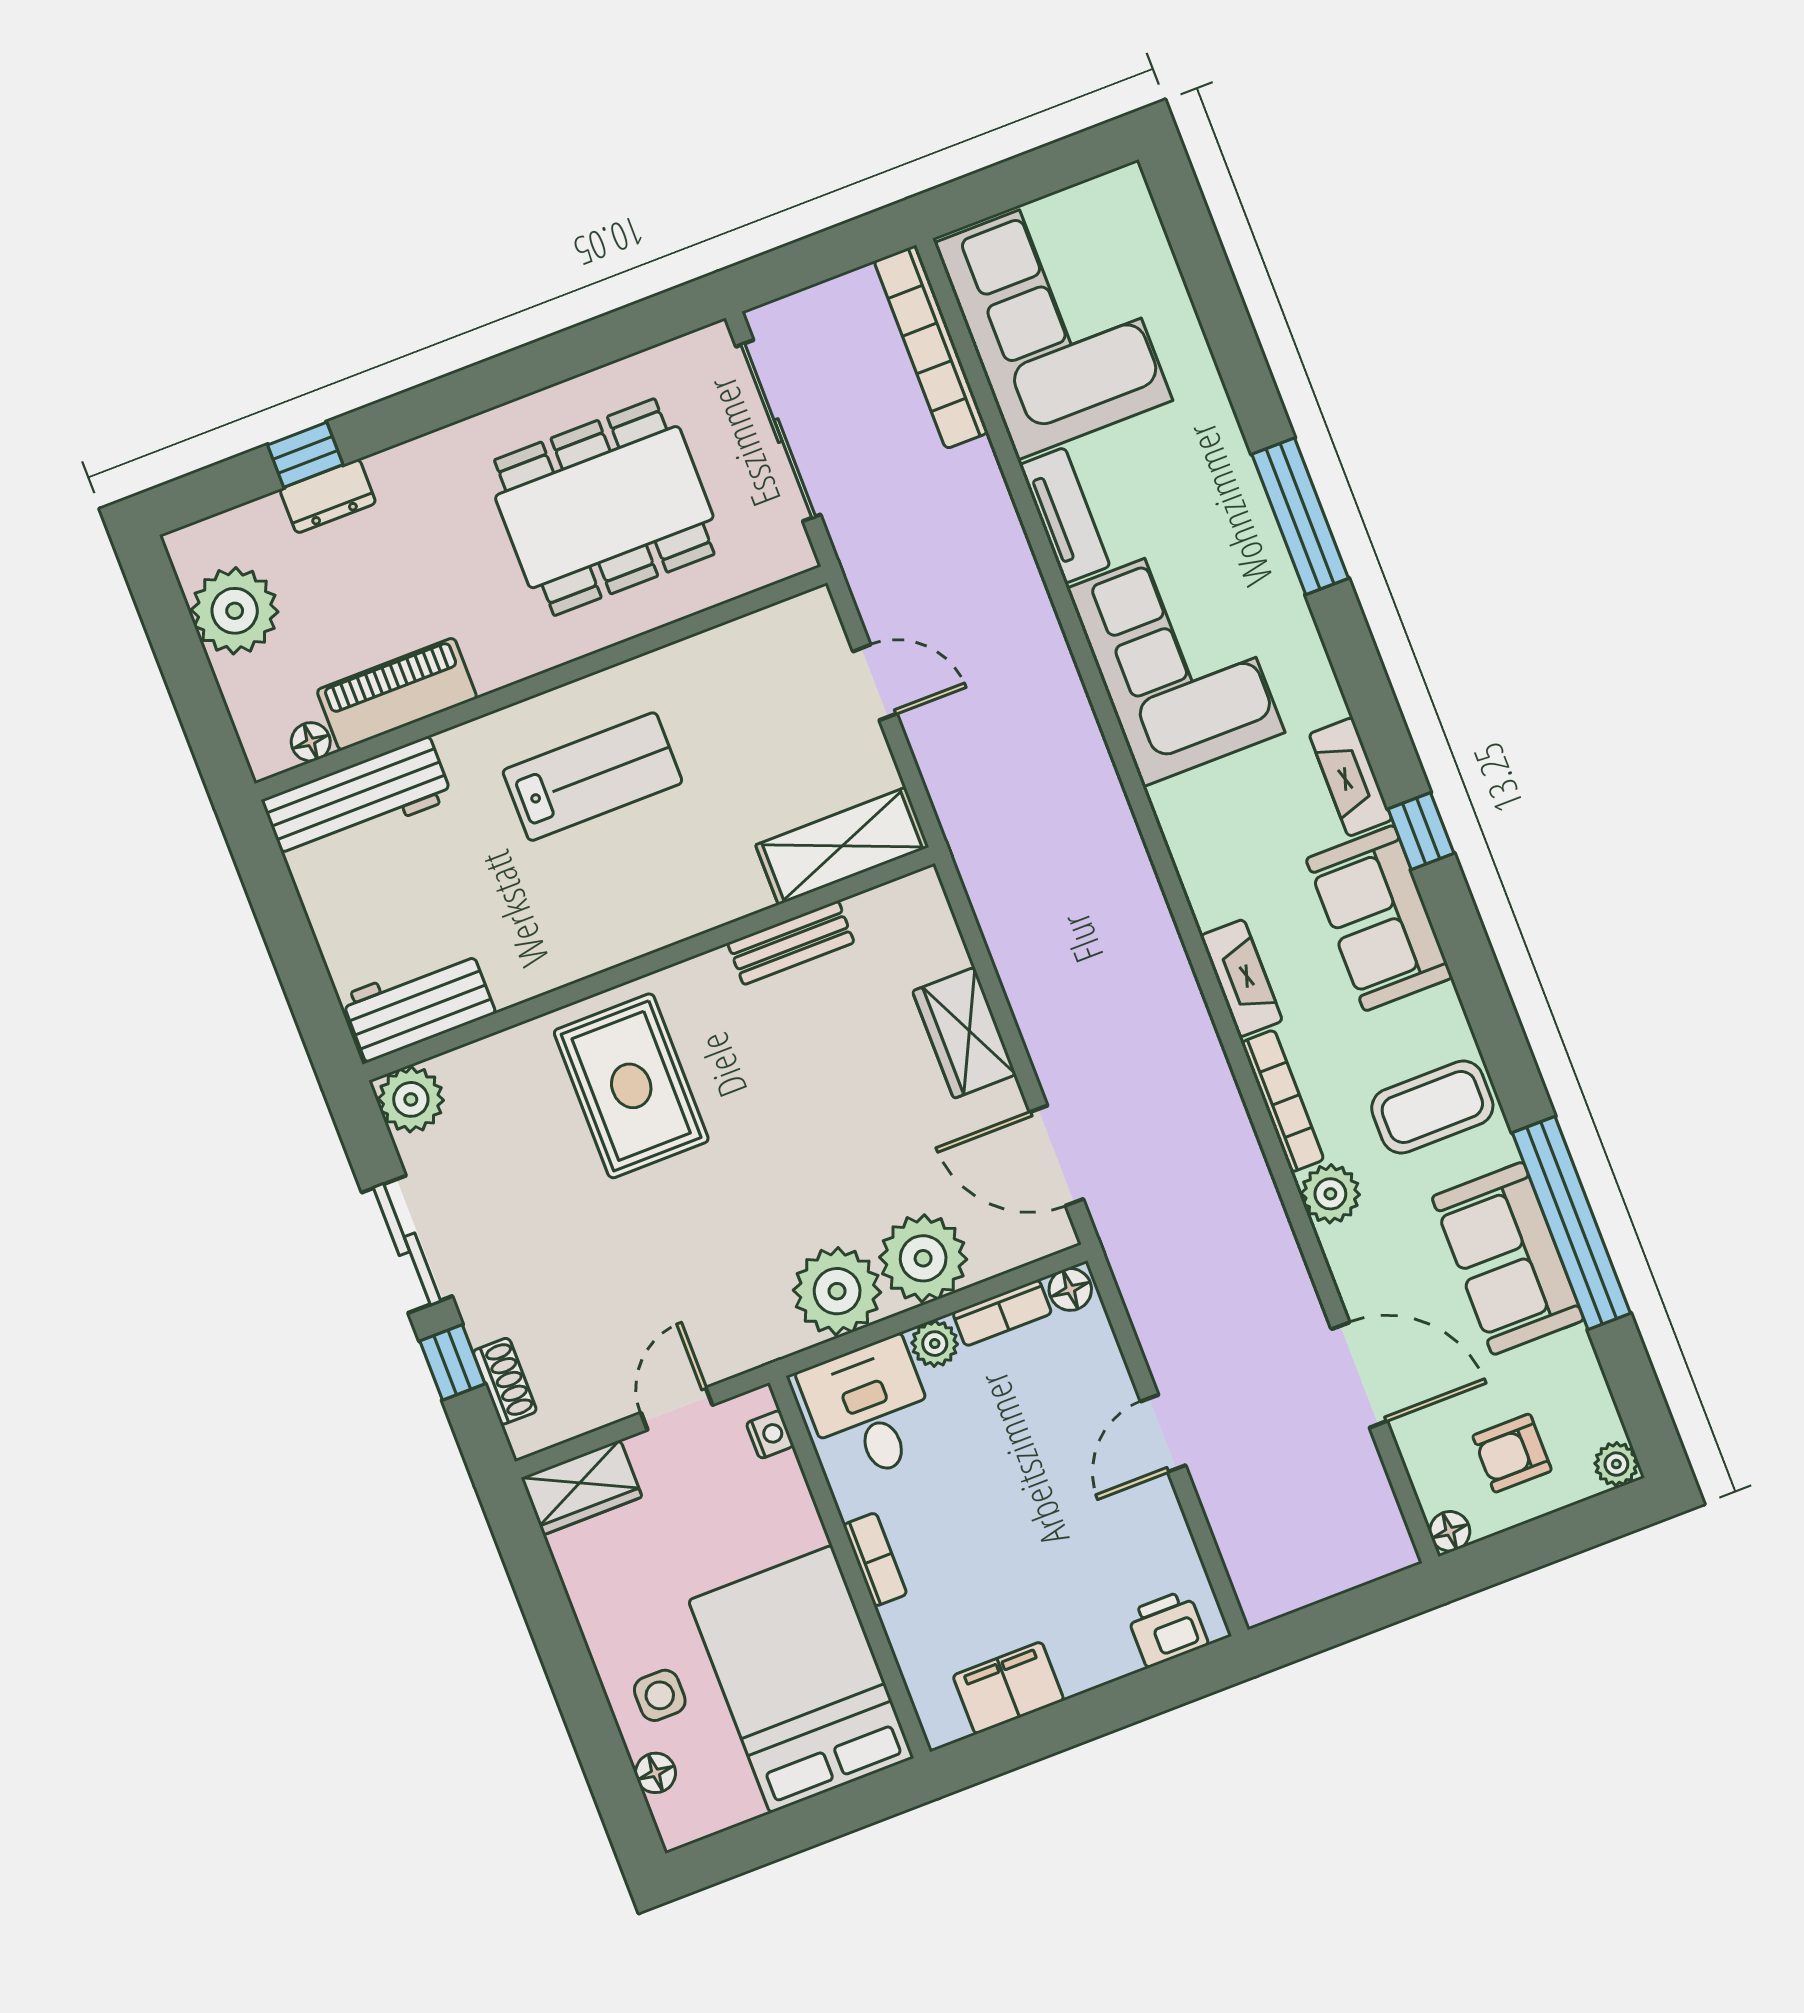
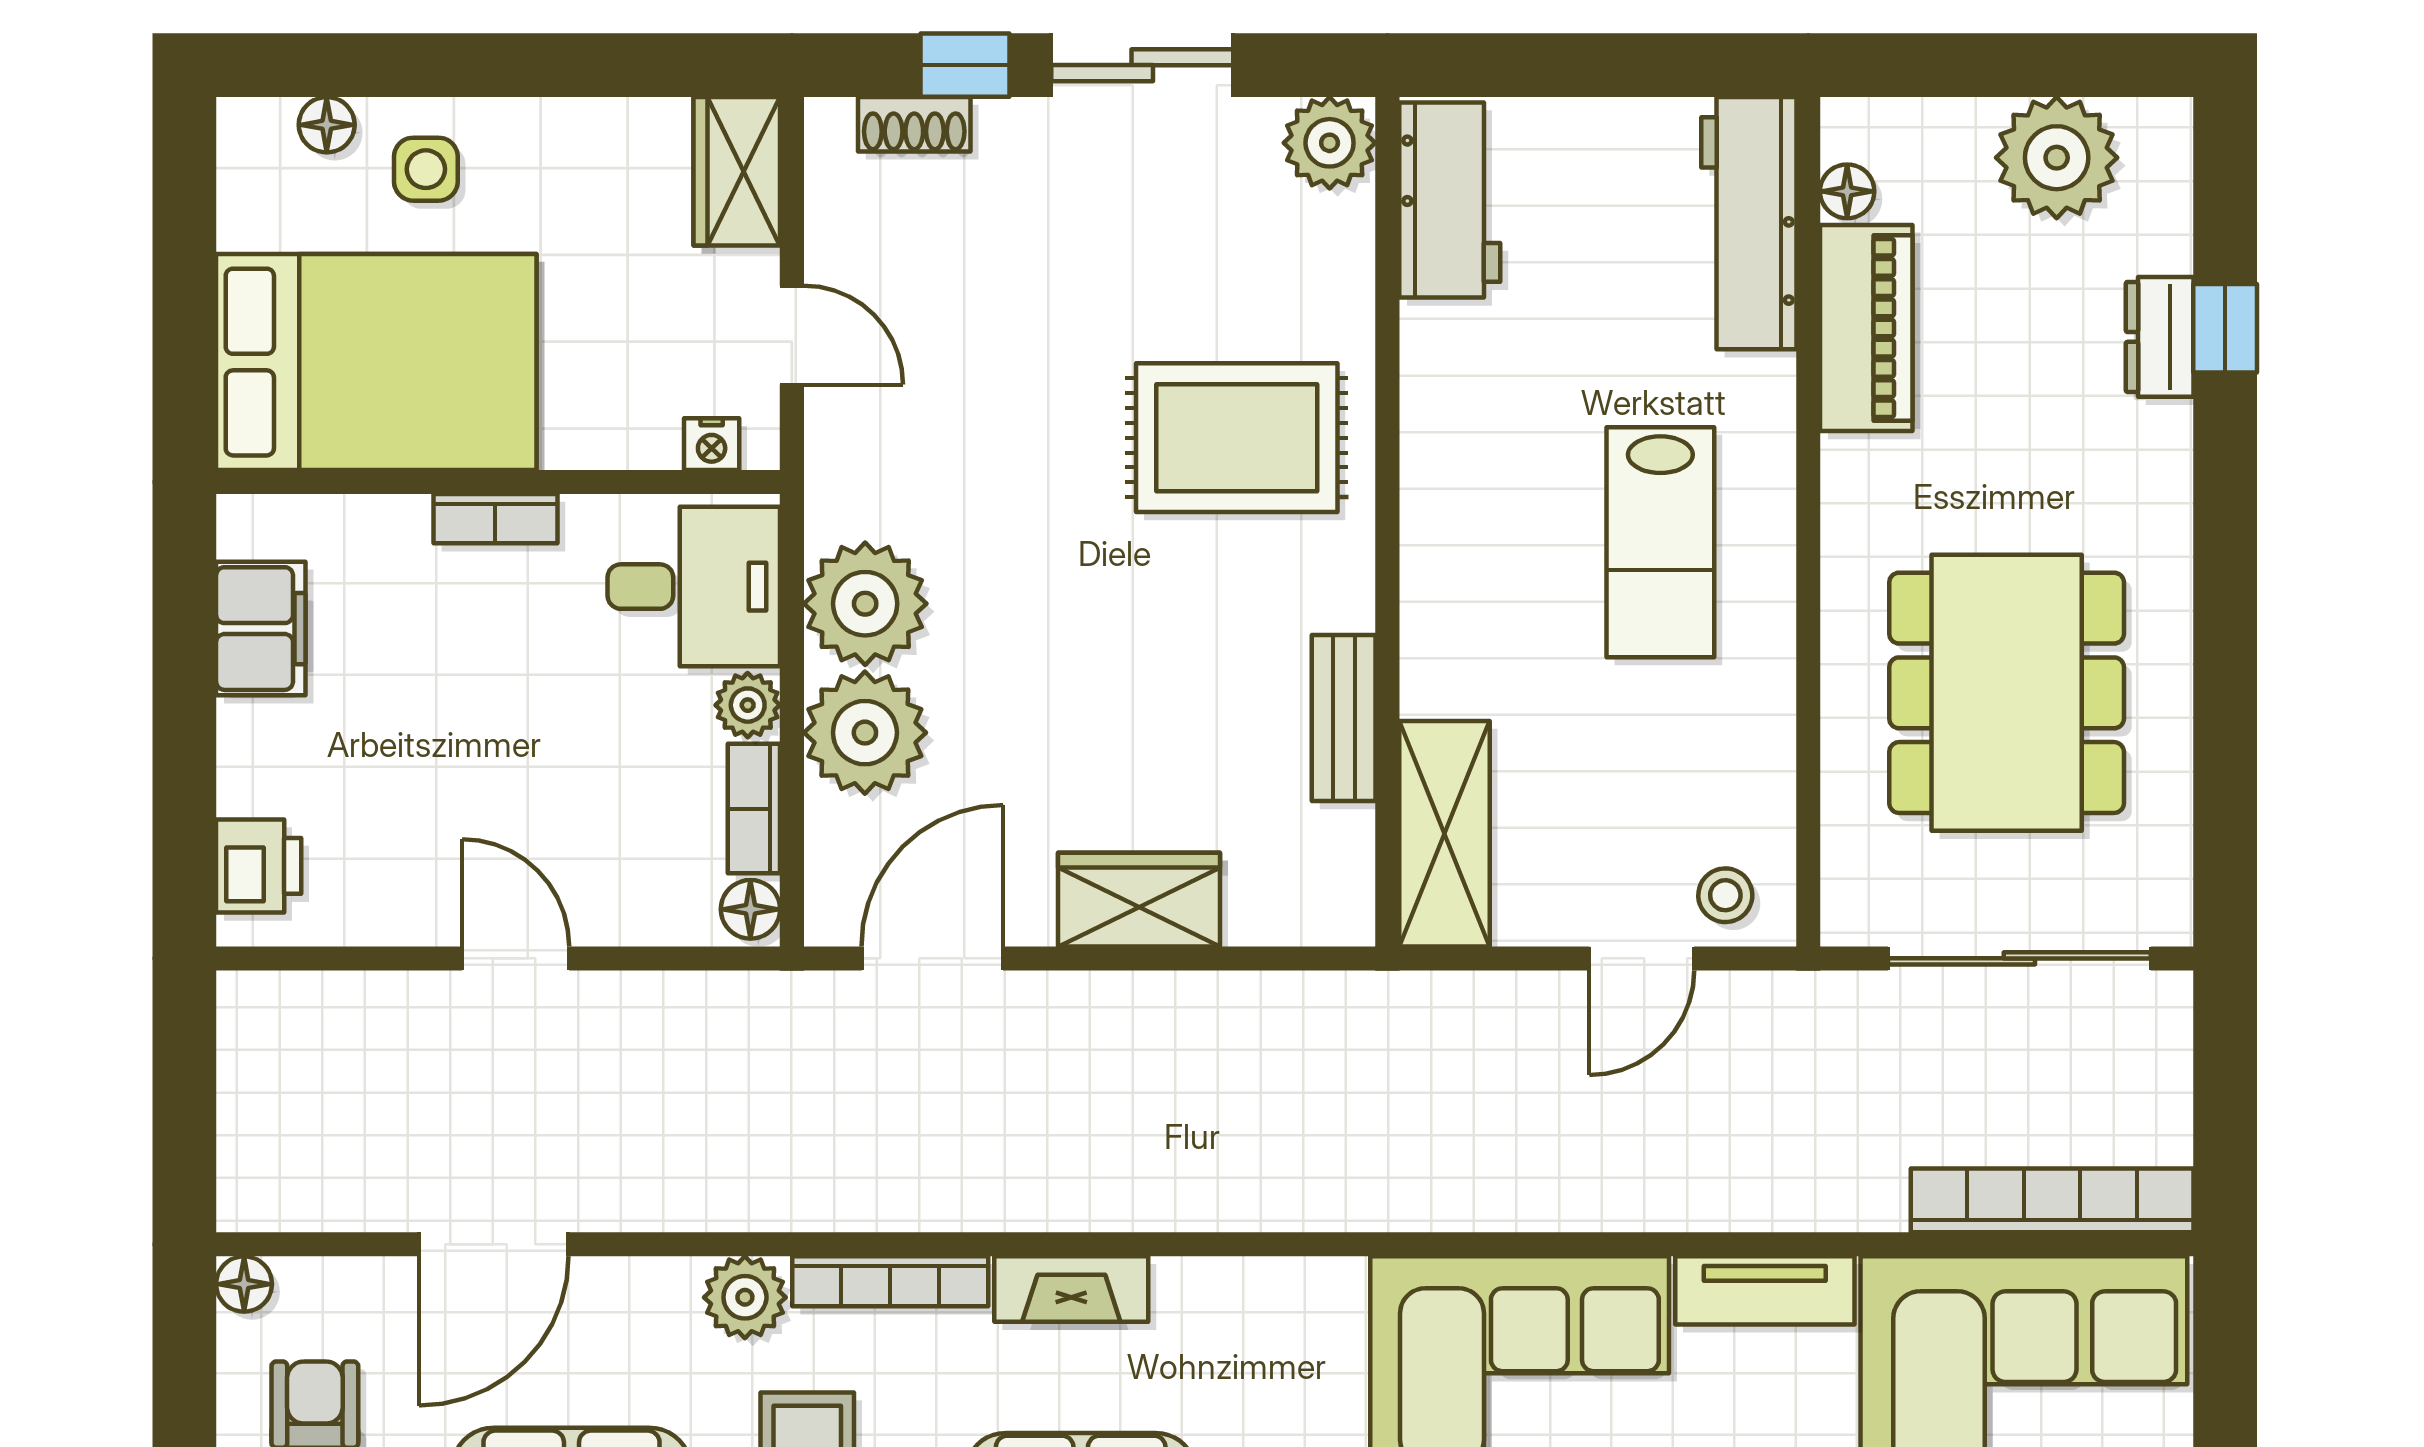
stool: (811, 643) -> (1725, 895), added

